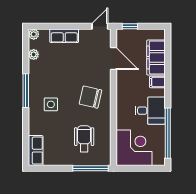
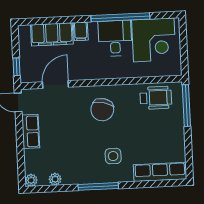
row of seats: (64, 36) -> (31, 131), moved
window: (168, 133) -> (120, 17), moved
wheelchair: (84, 139) -> (156, 98), moved, turned 180
corner desk: (134, 148) -> (154, 40), moved, turned 180
row of seats: (36, 151) -> (160, 172), width x1.48

